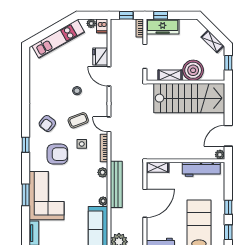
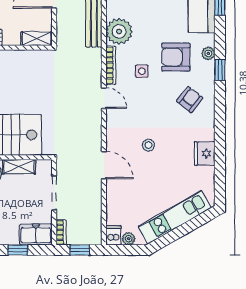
window: (161, 15) -> (18, 250), moved
freezer: (163, 26) -> (36, 234), width x0.71
fridge: (100, 56) -> (205, 153), moved, turned 180
coffee table: (78, 120) -> (147, 104), removed
plant: (34, 157) -> (208, 53), added
plant: (103, 172) -> (119, 31), width x1.88, depth x1.88

